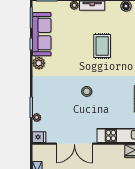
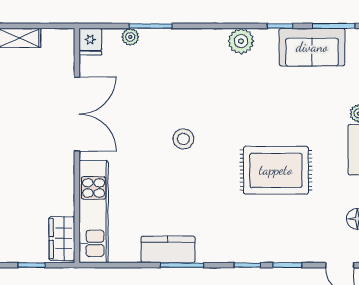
sofa: (42, 34) -> (312, 47), width x0.73
rug: (102, 46) -> (276, 170), width x1.36, depth x1.43
double door: (74, 144) -> (77, 114), swing flipped

